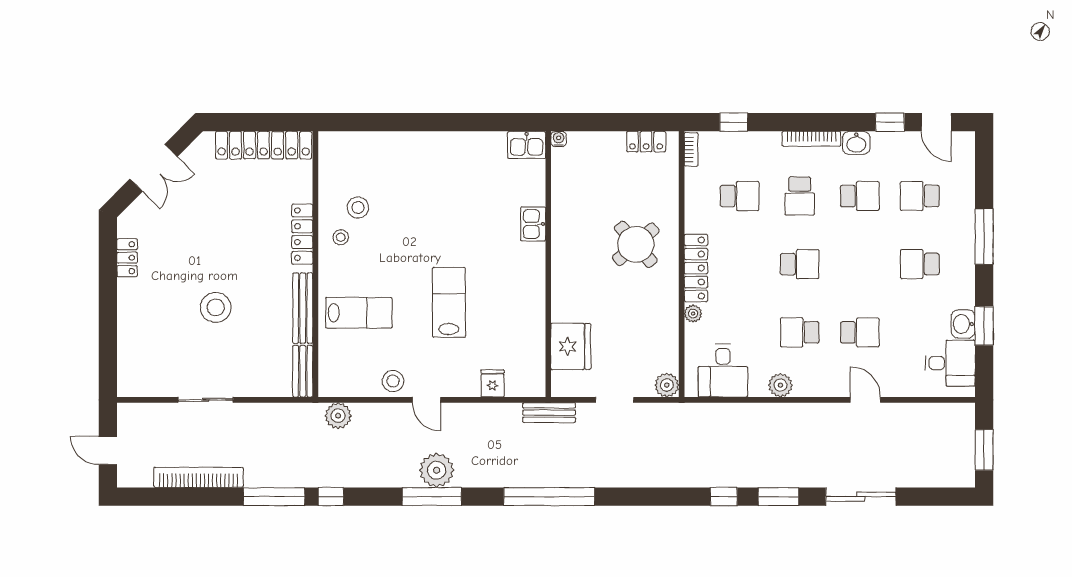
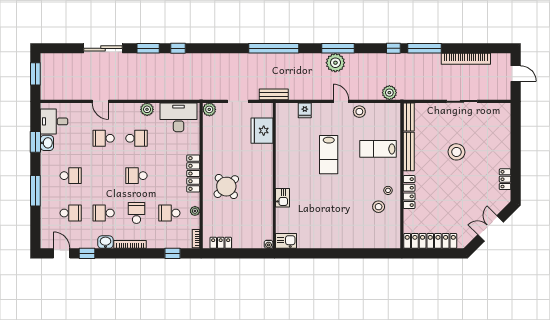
plant: (693, 314) -> (195, 211), moved
desk: (723, 371) -> (179, 117), width x1.37

